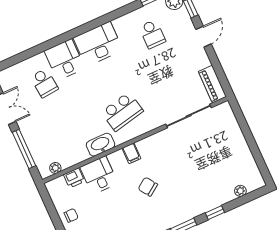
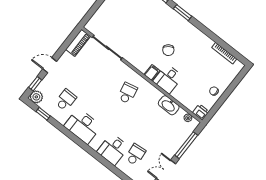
desk: (98, 44) -> (83, 126), moved
school desk: (122, 112) -> (127, 93), width x0.54
washbasin: (100, 145) -> (169, 105), moved
desk: (99, 175) -> (168, 79), moved
printer: (74, 178) -> (201, 112), moved

